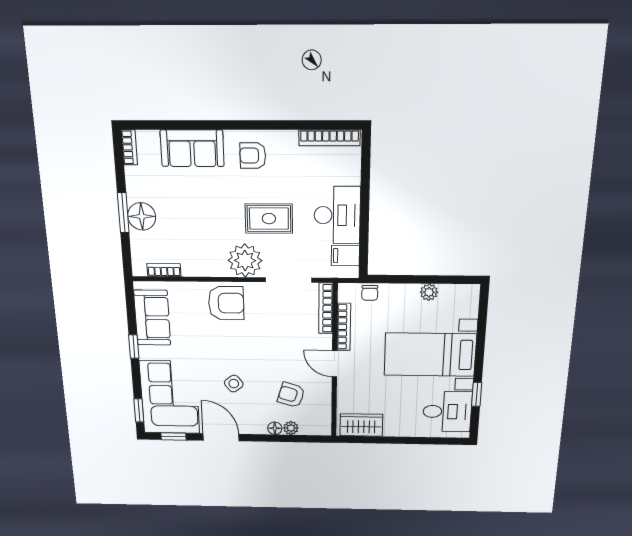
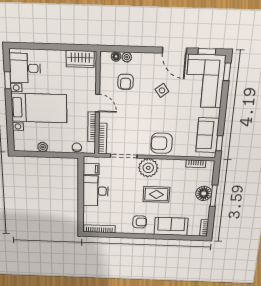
rug: (269, 219) -> (156, 194), moved
window: (134, 347) -> (219, 143), moved
armchair: (291, 395) -> (126, 82), turned 73
floor lamp: (275, 428) -> (116, 56), moved

